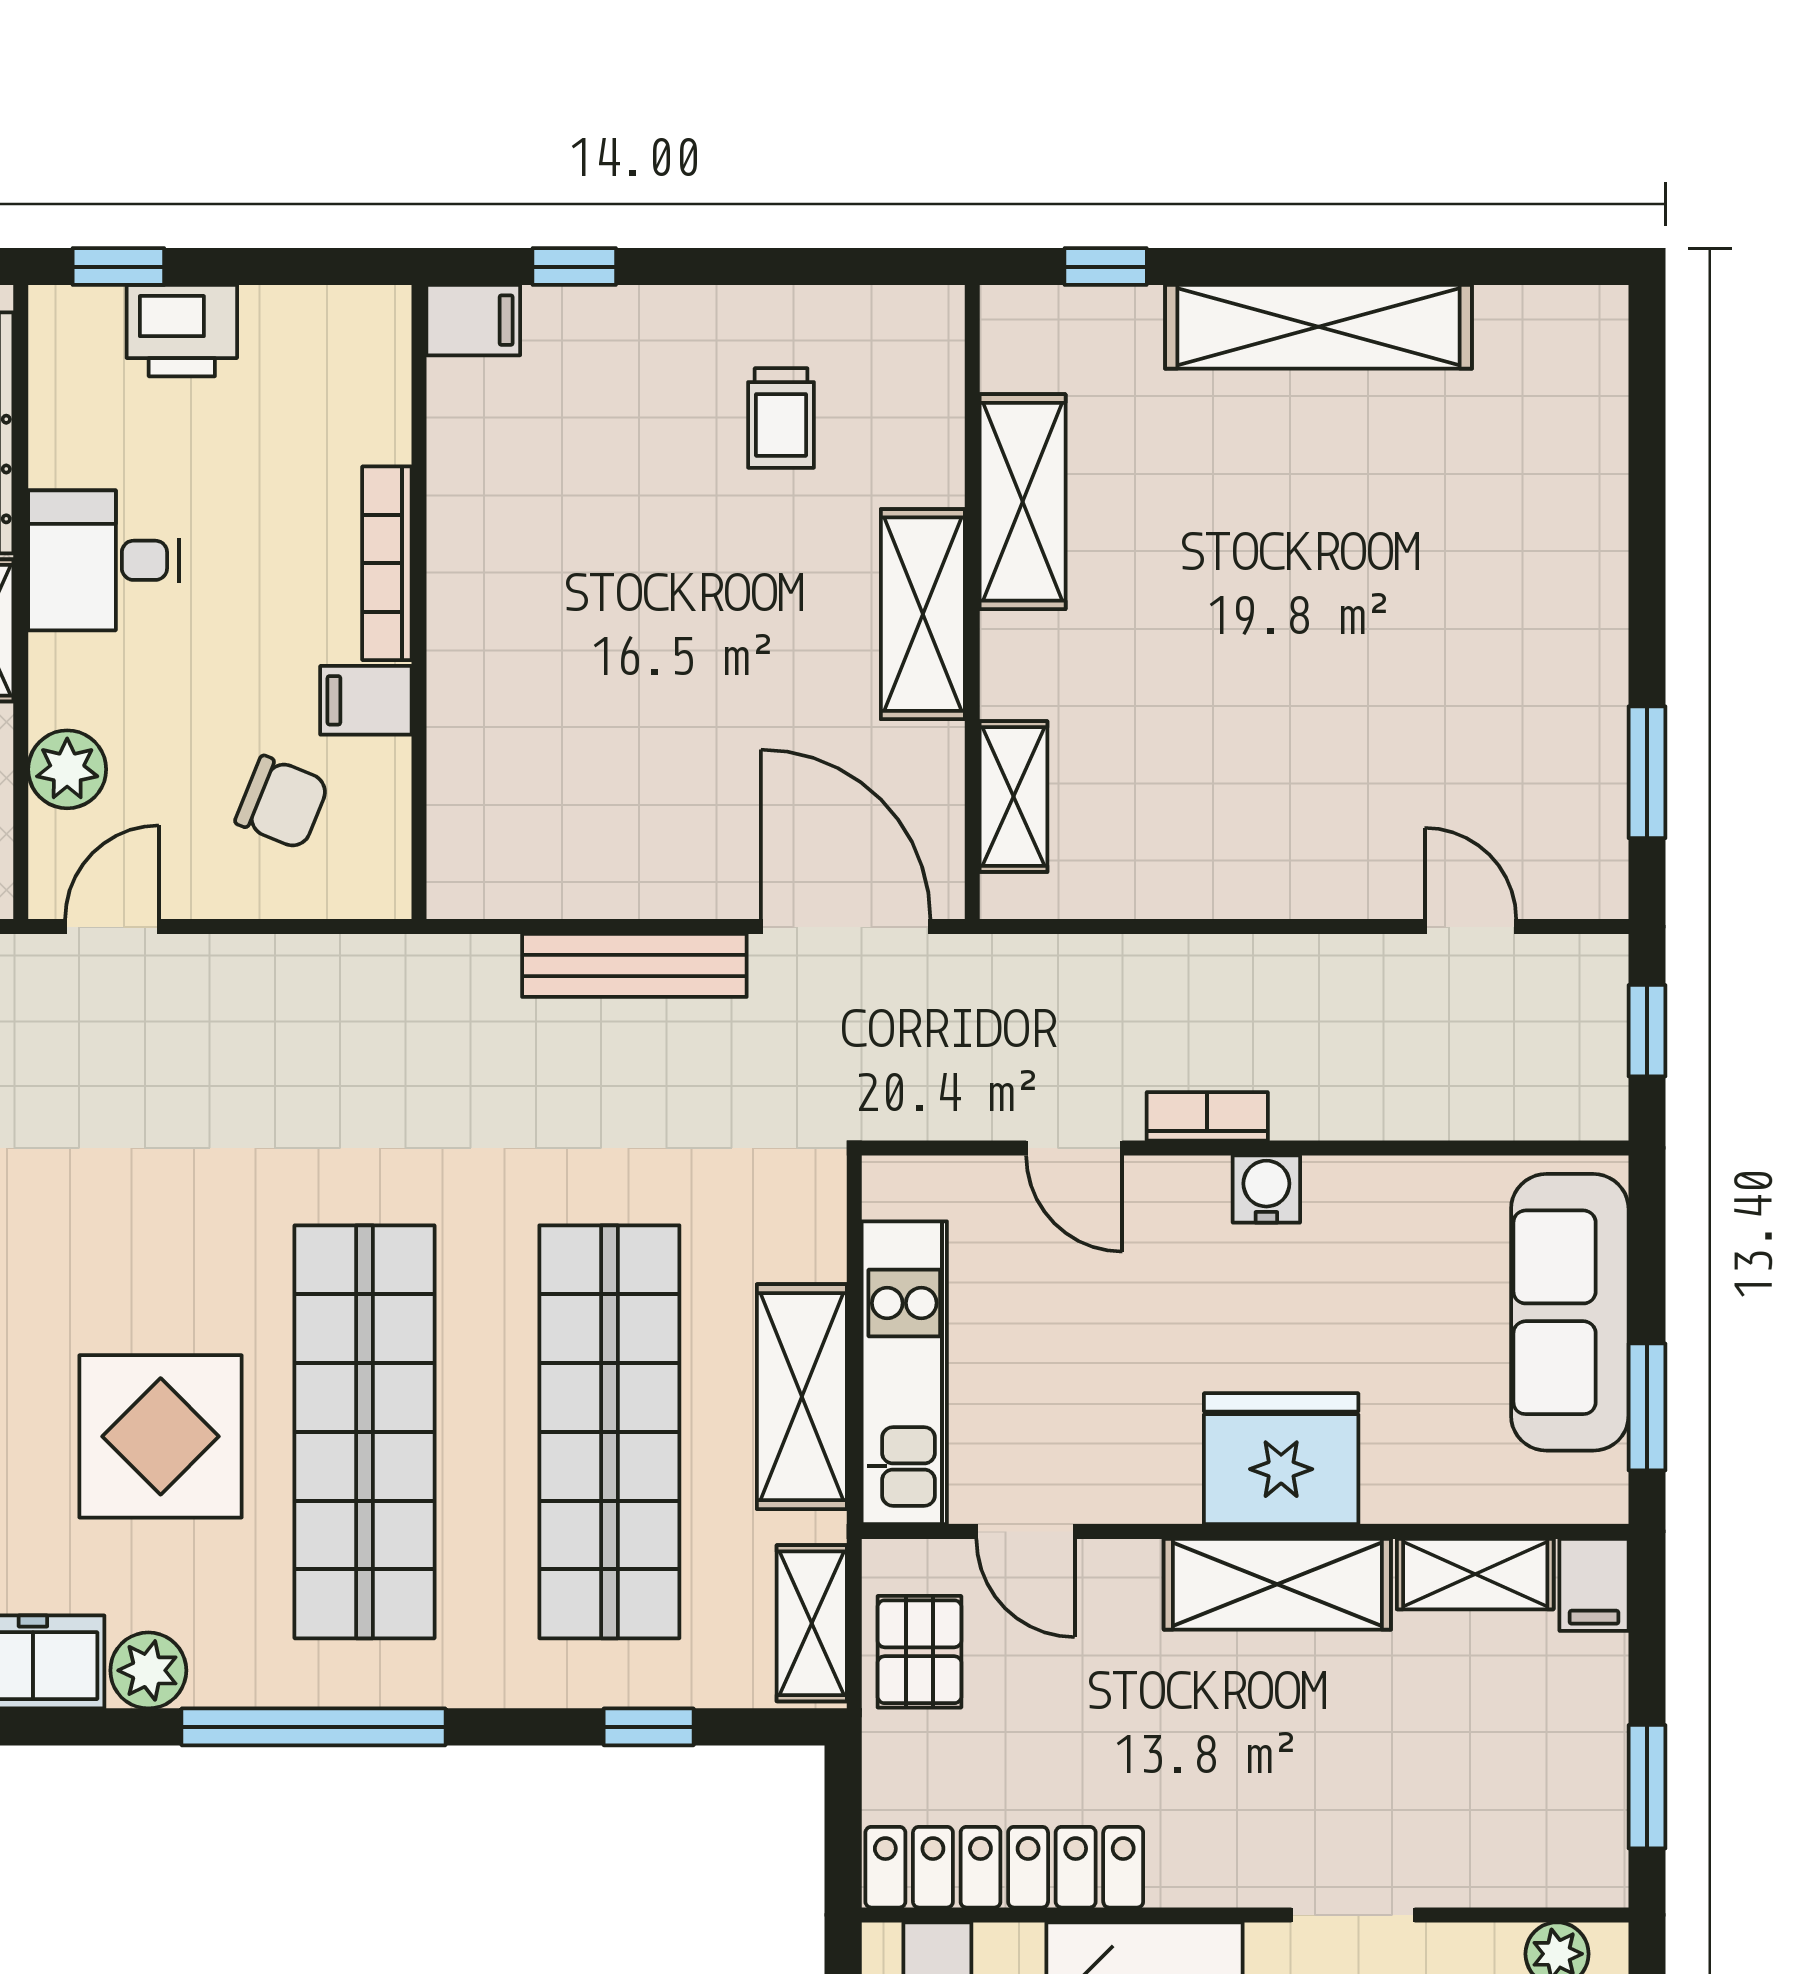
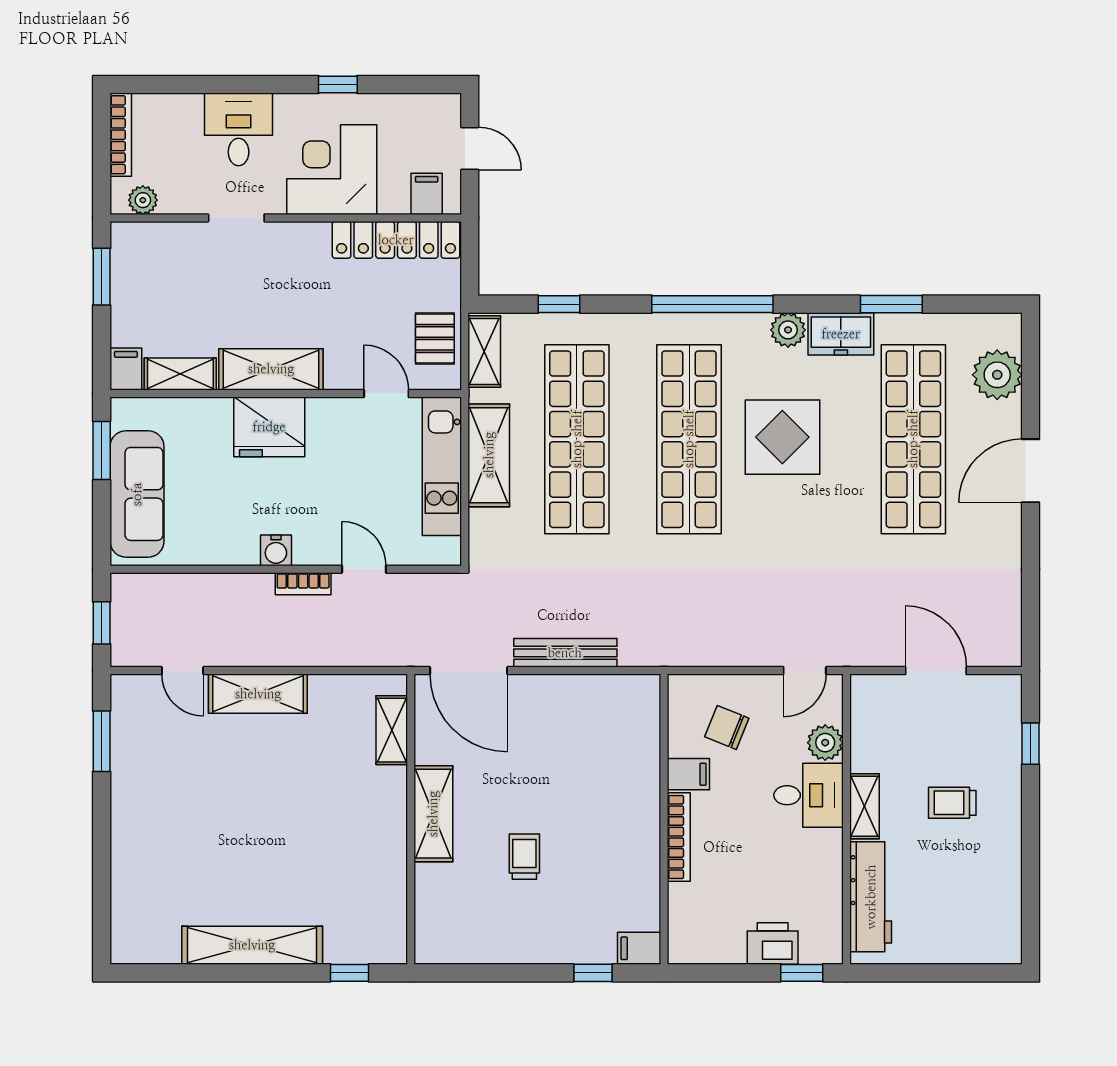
trolley: (781, 418) -> (524, 857), moved
shelving: (1023, 502) -> (258, 694), moved, turned 90
desk: (104, 560) -> (808, 795), moved

